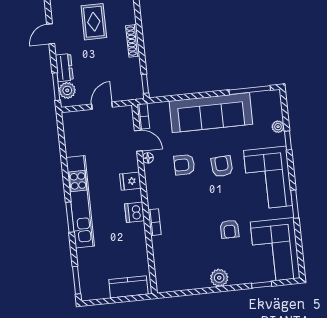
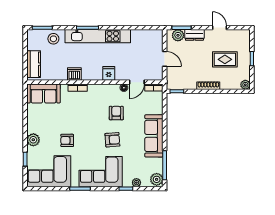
plant: (271, 99) -> (157, 179), added
sofa: (211, 113) -> (154, 136), width x0.74, depth x0.79
dishwasher: (135, 212) -> (74, 74), moved
stool: (90, 263) -> (53, 39), added
sofa: (168, 269) -> (44, 93), added
plant: (219, 278) -> (33, 140), moved

